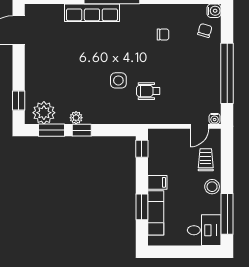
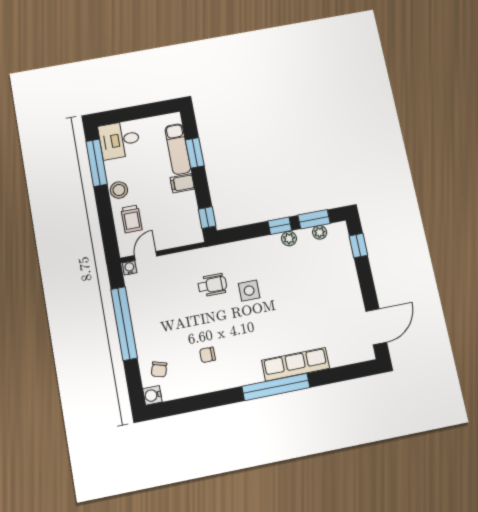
plant: (44, 113) -> (320, 232), width x0.53, depth x0.53

